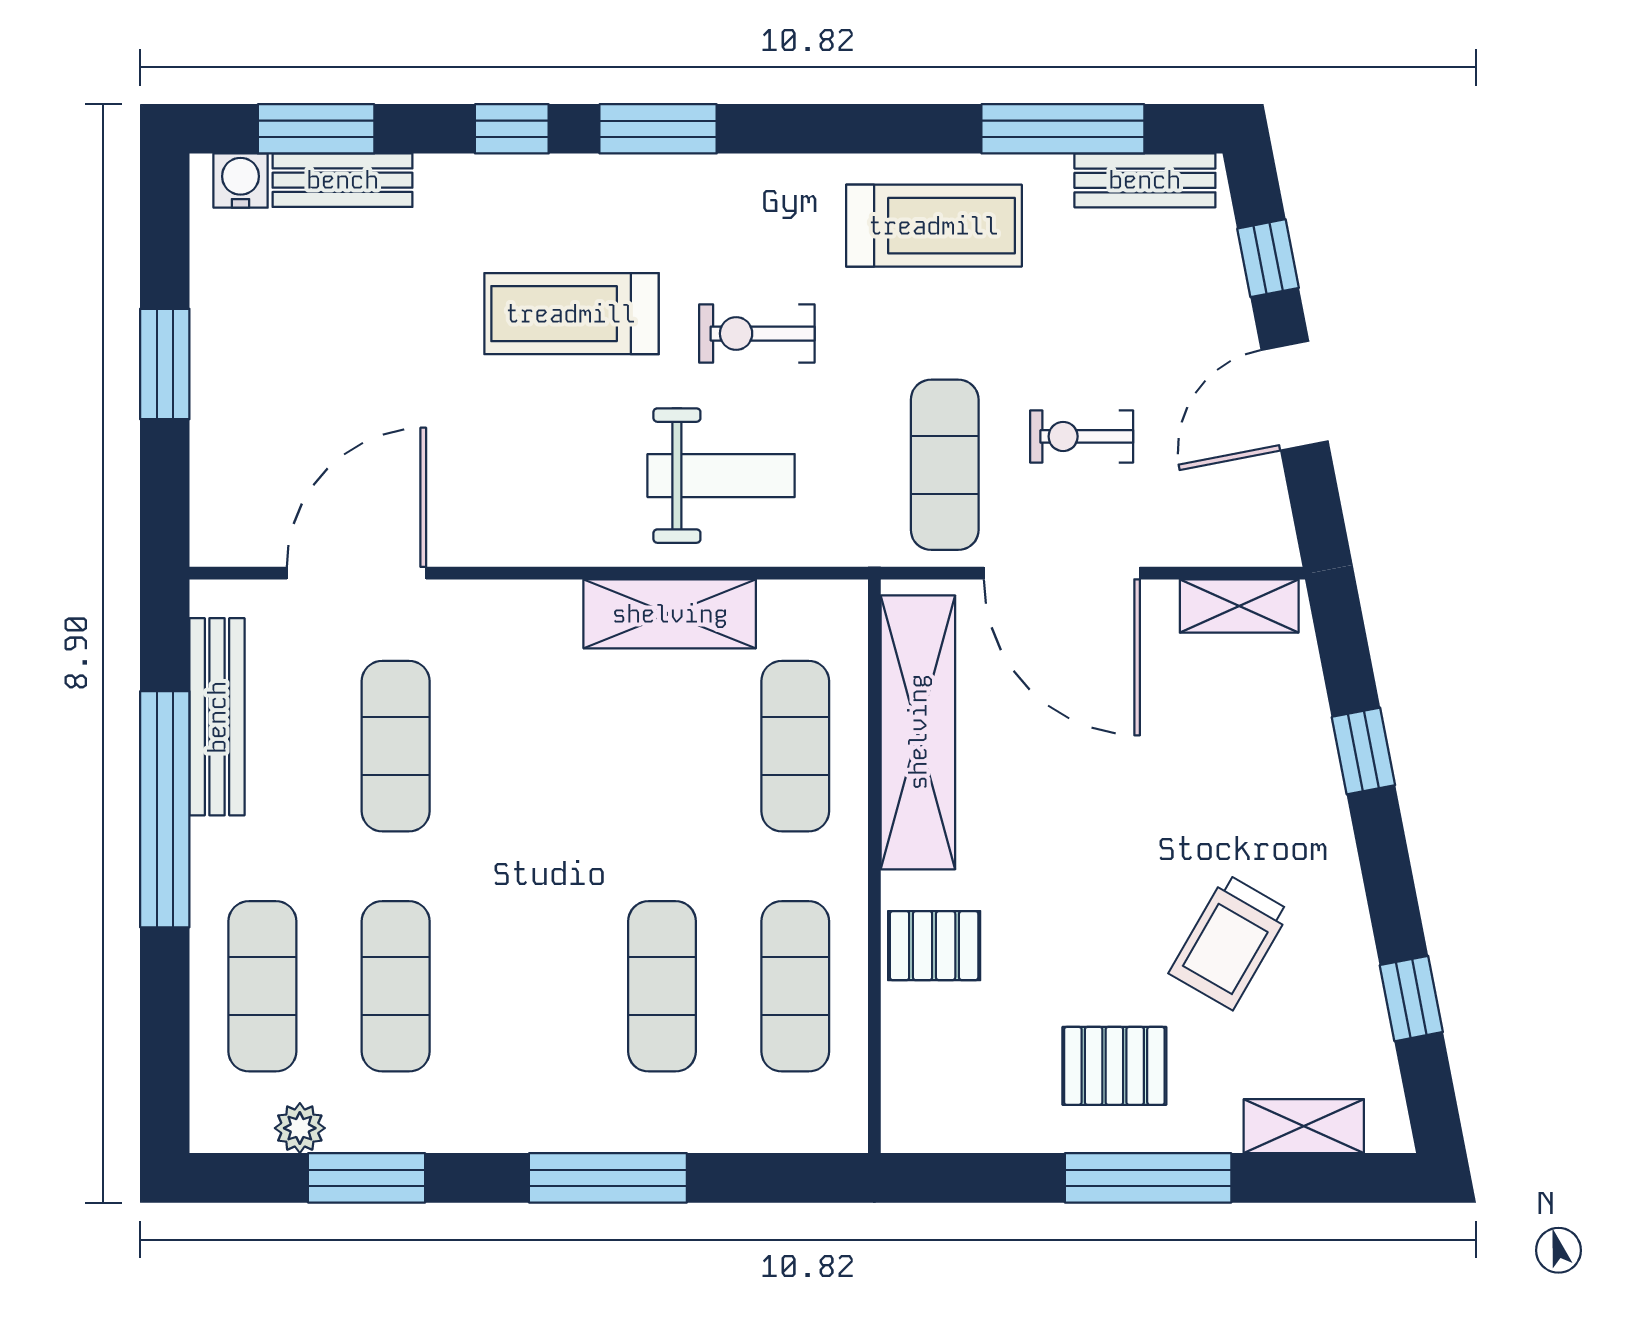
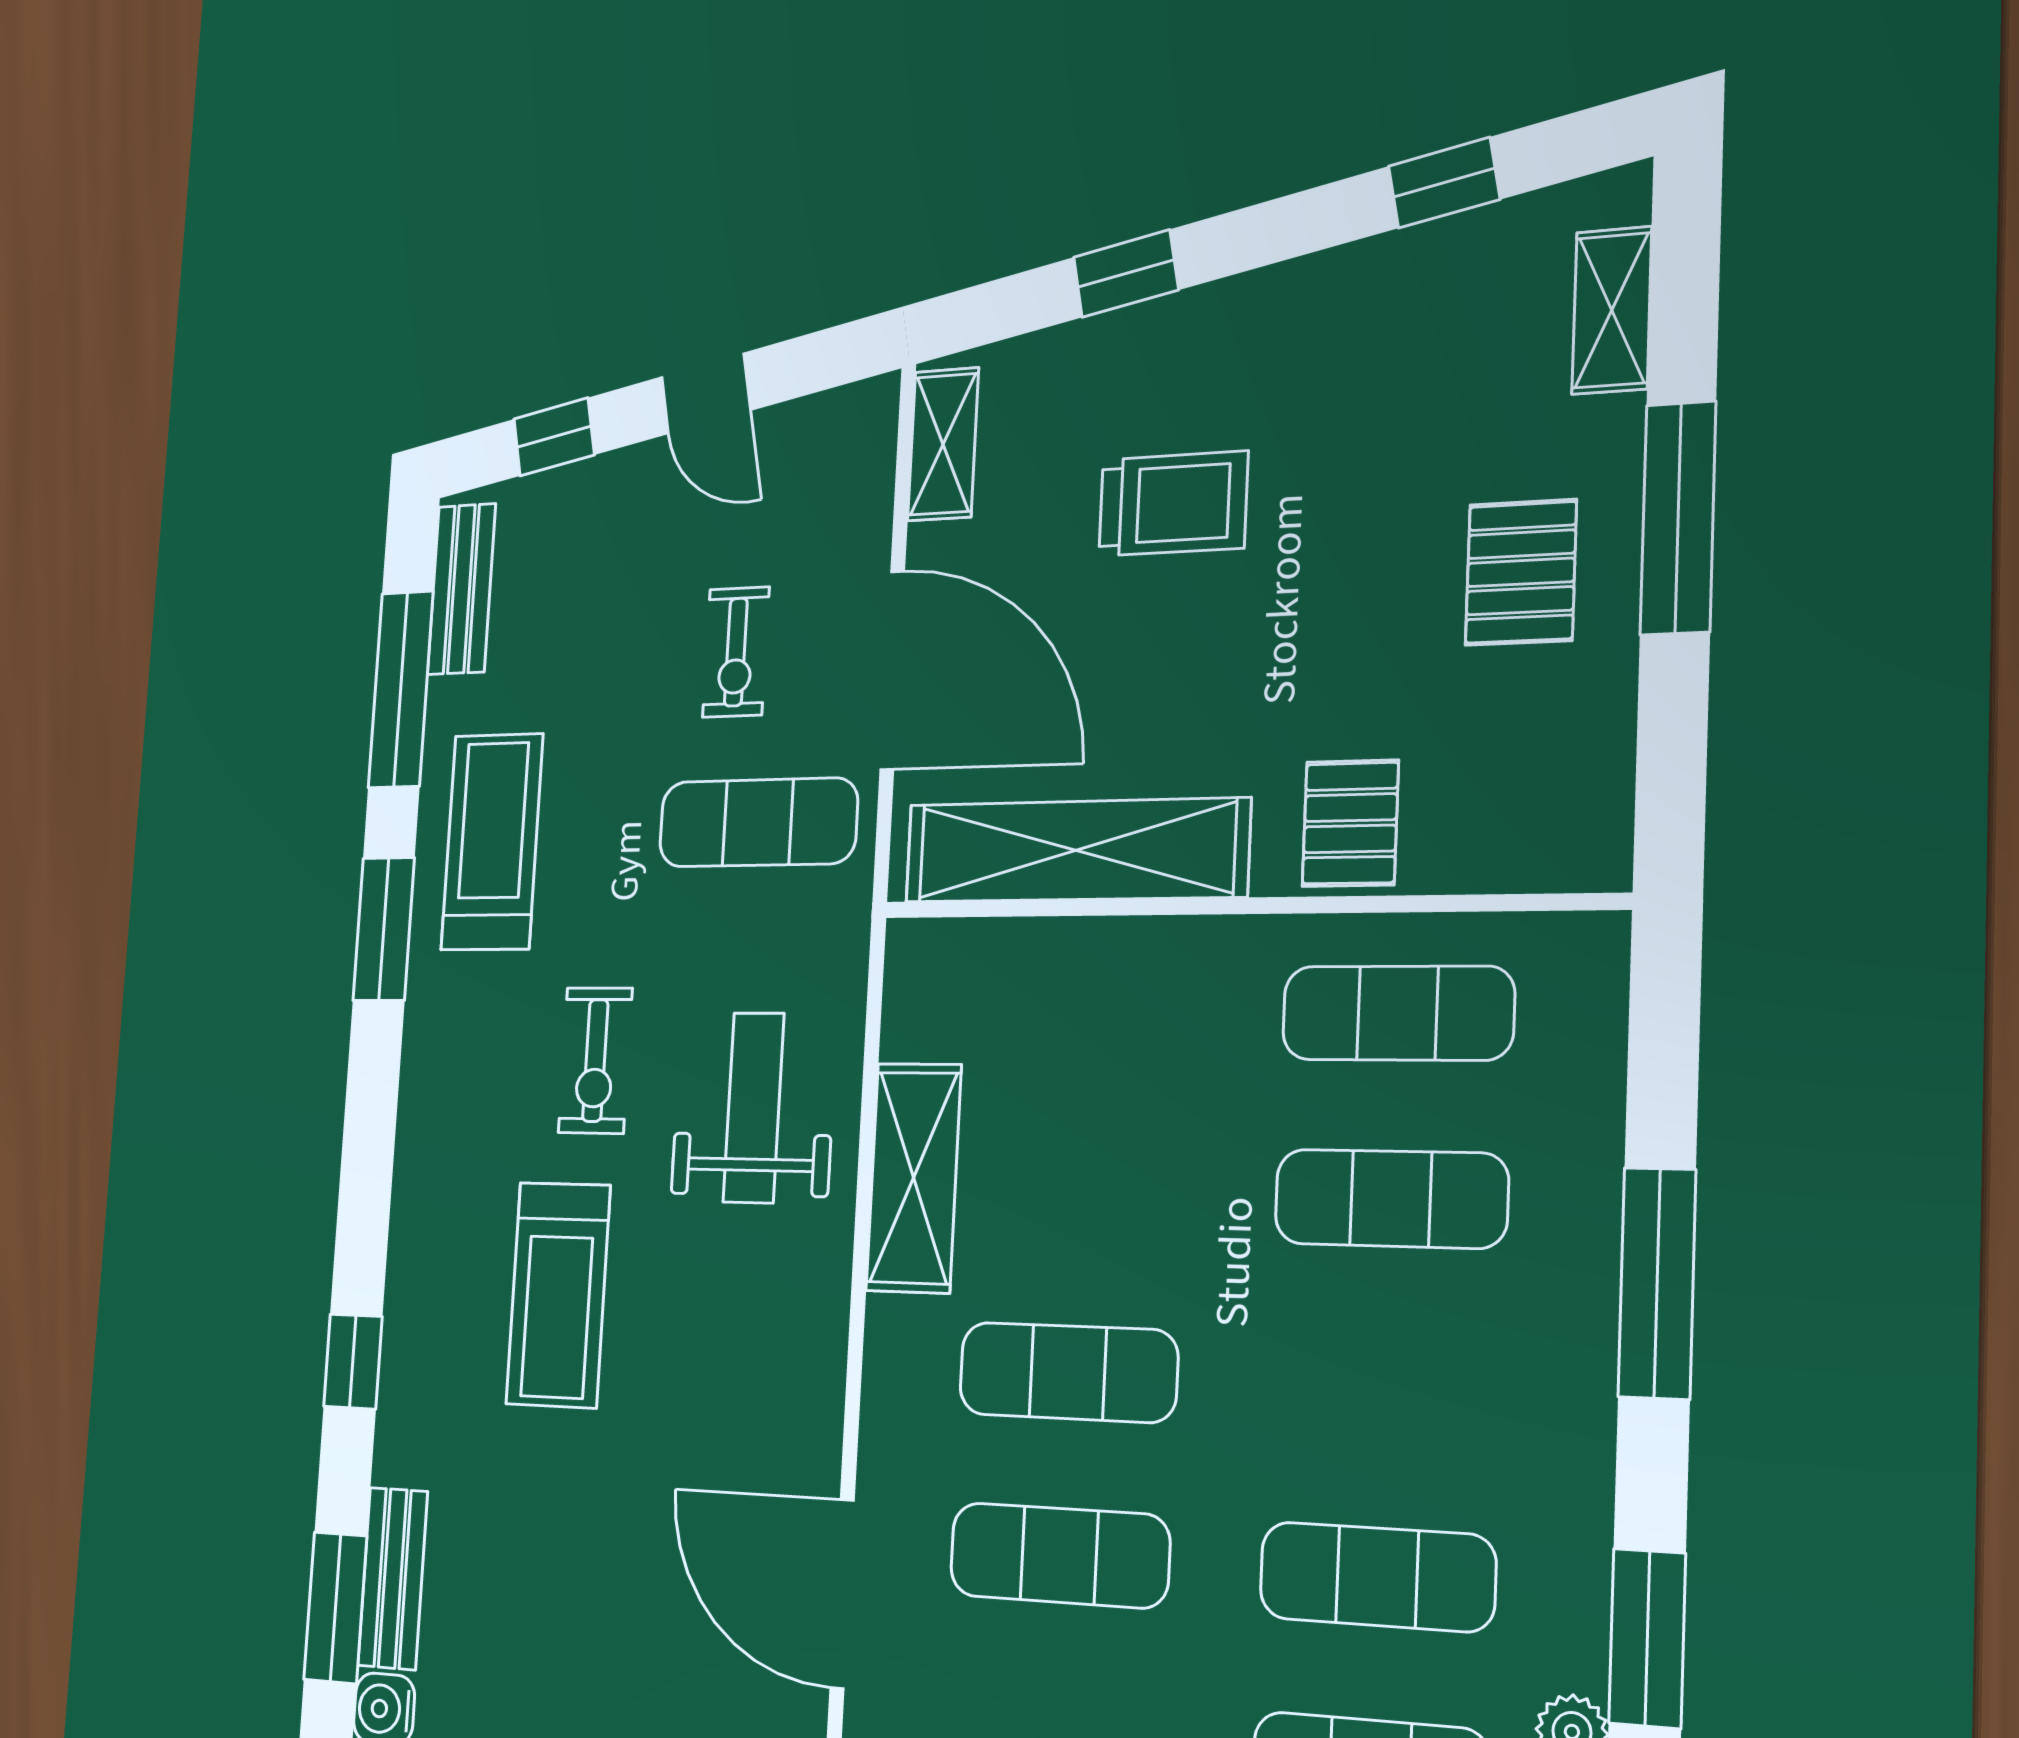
window: (658, 129) -> (384, 929), moved
door: (1295, 396) -> (706, 393), width x0.73
door: (1062, 573) -> (892, 670), hinge flipped
exercise mat: (795, 746) -> (1068, 1372), moved
trolley: (1229, 942) -> (1173, 504), moved, turned -30

